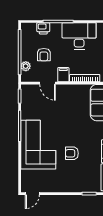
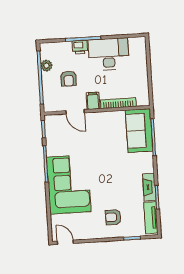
printer: (43, 28) -> (80, 47), moved
plant: (26, 66) -> (47, 66), moved
armchair: (72, 153) -> (113, 217), moved
door: (32, 194) -> (65, 242), swing flipped

